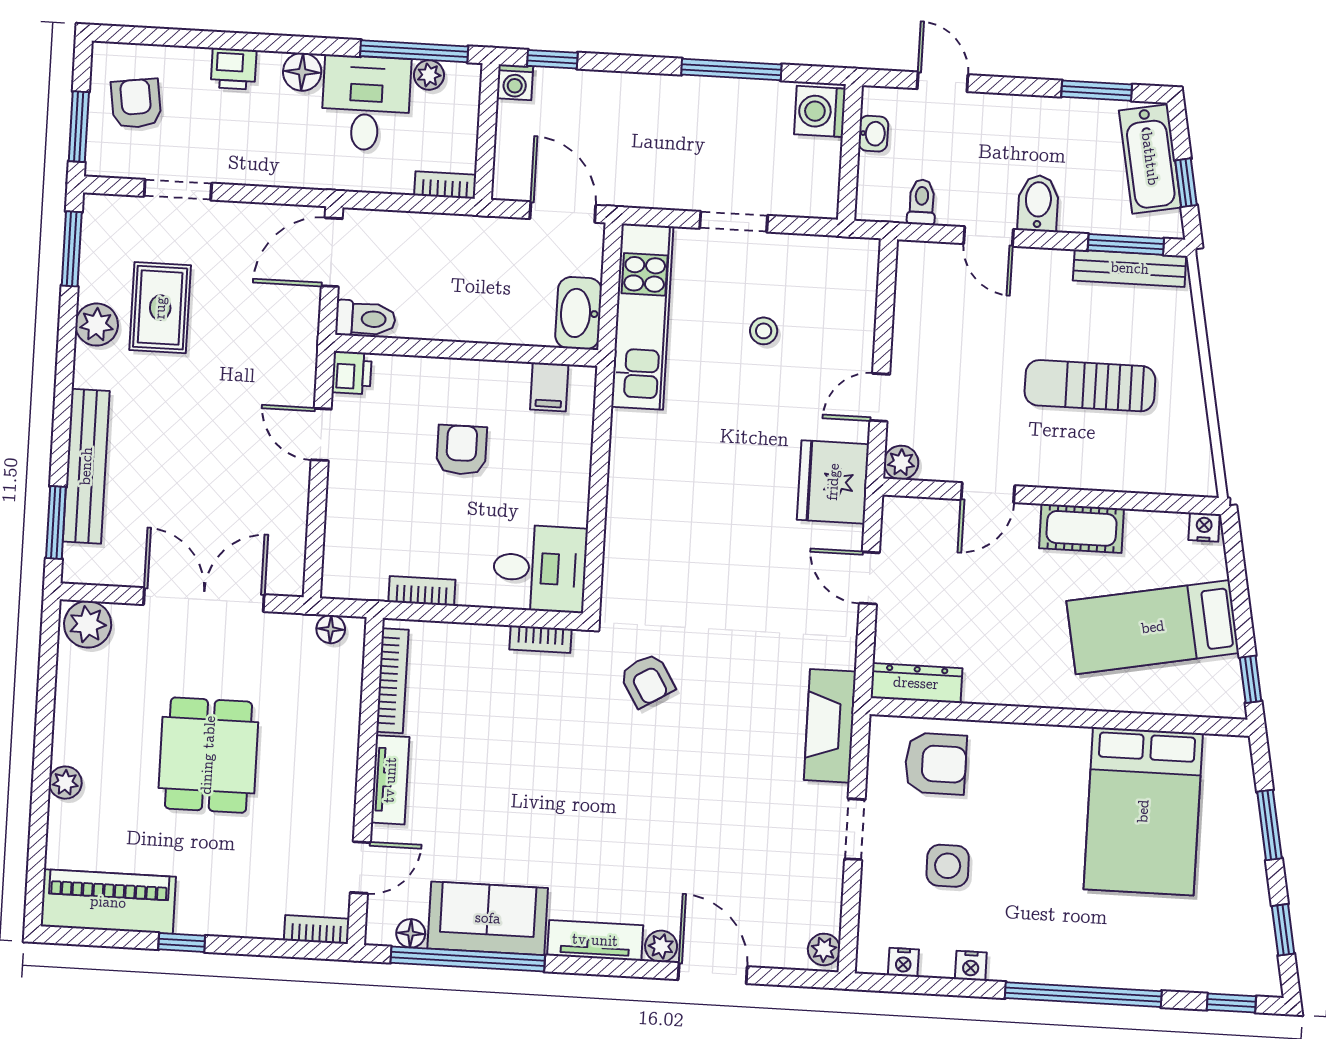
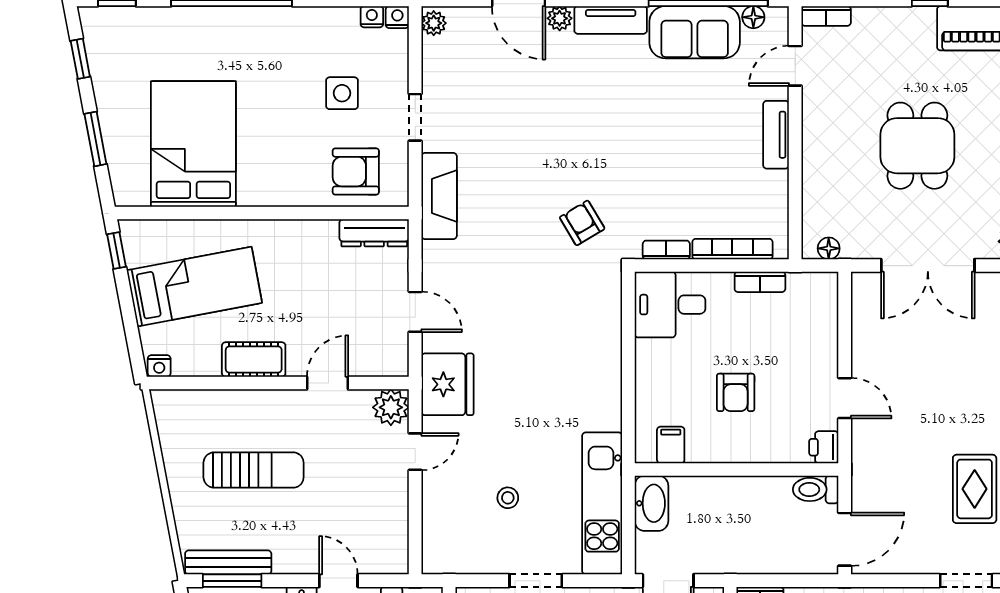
plant: (901, 463) -> (391, 407), width x1.38, depth x1.38
bookcase: (392, 681) -> (732, 249), moved, turned 90
nightstand: (971, 966) -> (397, 17), moved

